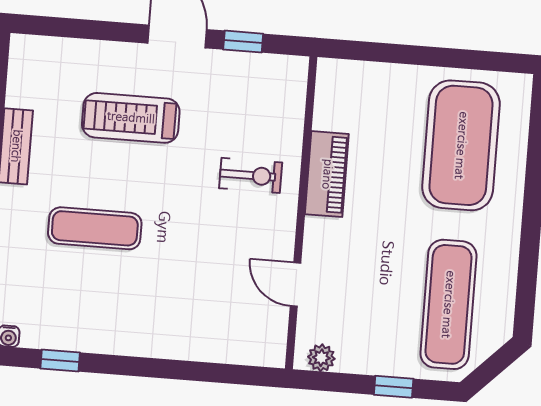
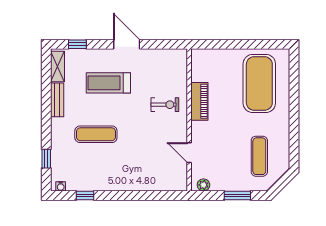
window: (243, 42) -> (77, 44), moved
shelving: (22, 73) -> (58, 66), added
exercise mat: (448, 304) -> (259, 156), width x0.73, depth x0.69
window: (394, 387) -> (237, 195), width x1.50

